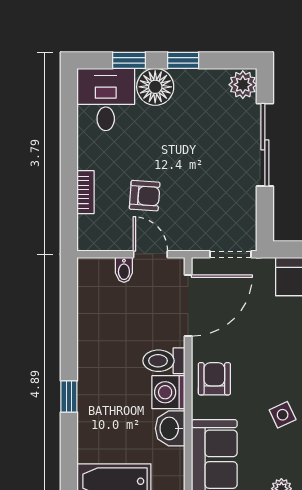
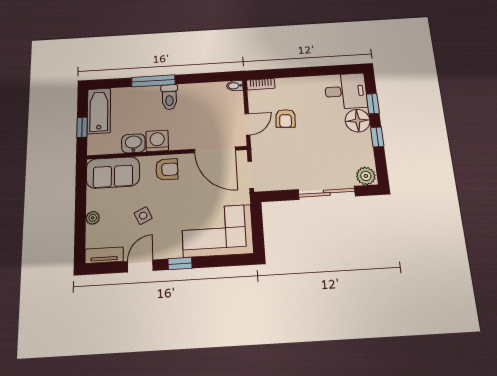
bookcase: (85, 192) -> (261, 84), moved
bidet: (124, 270) -> (235, 86), moved
toilet: (164, 361) -> (169, 97), moved, turned 180
window: (69, 397) -> (153, 81), width x2.17

